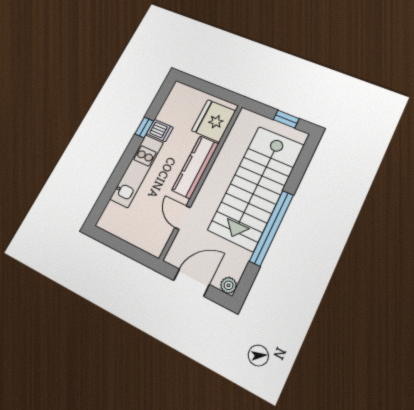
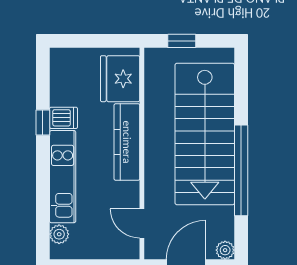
window: (286, 119) -> (182, 41), moved
plant: (112, 211) -> (59, 234), added
door: (183, 218) -> (142, 223), moved

